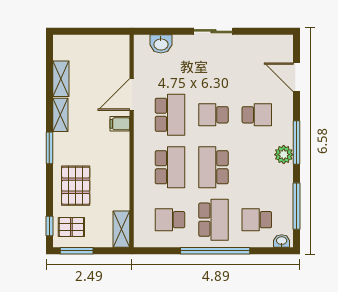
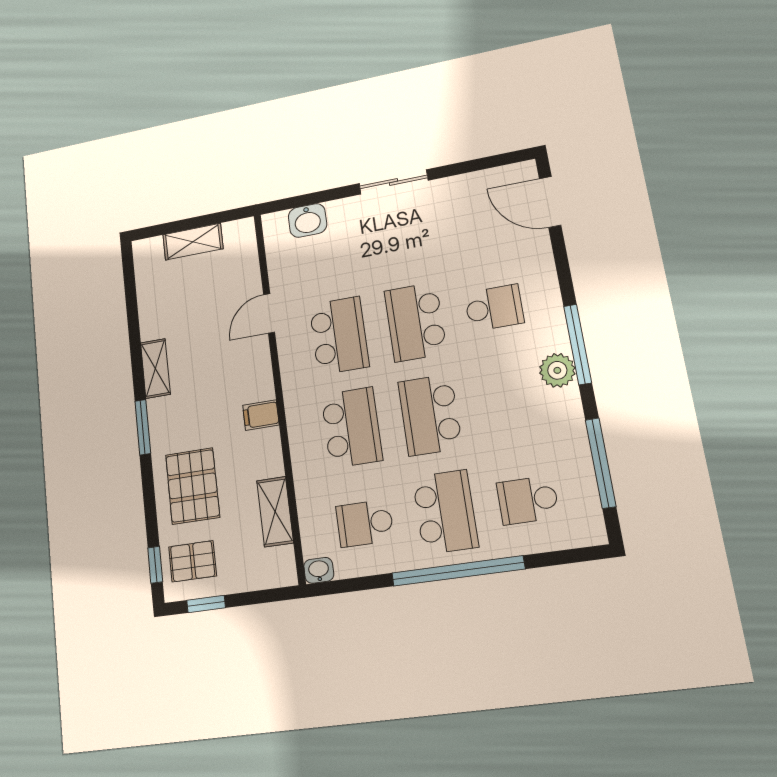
door: (296, 77) -> (550, 202), moved
shelving: (61, 79) -> (193, 242), moved, turned 90
door: (132, 95) -> (269, 313), width x0.73
school desk: (213, 115) -> (415, 322), width x1.85
filing cabinet: (120, 124) -> (261, 415), moved
shelving: (121, 229) -> (275, 512), moved
washbasin: (282, 241) -> (319, 570), moved
window: (77, 251) -> (206, 604), width x0.67

